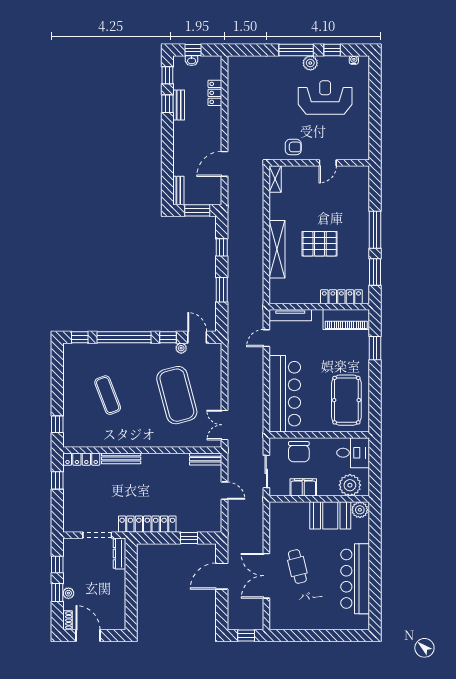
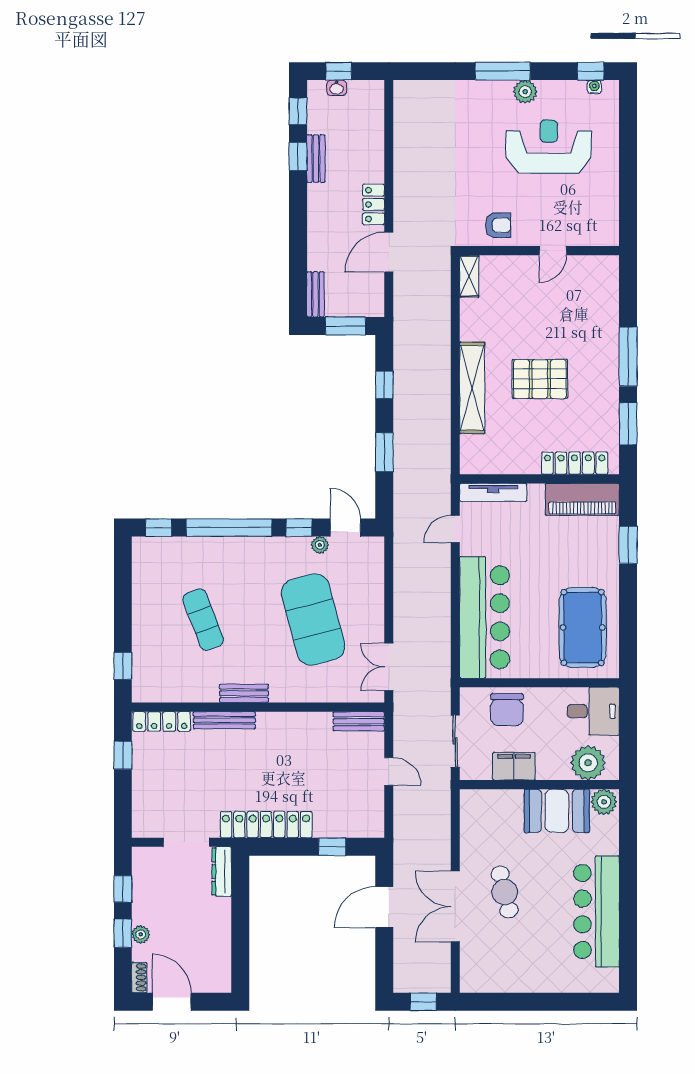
window: (332, 50) -> (591, 71), moved
locker: (215, 93) -> (373, 204), moved
bench: (133, 441) -> (244, 693), added

